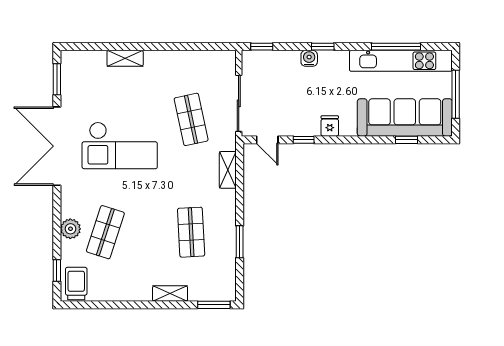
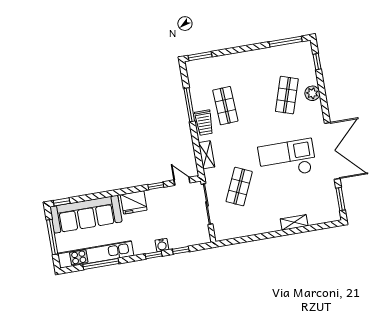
window: (262, 47) -> (181, 250), moved
shop shelf: (191, 119) -> (239, 187), turned 36
fridge: (330, 126) -> (134, 202), width x1.88, depth x1.34
window: (407, 140) -> (62, 202), moved
window: (240, 242) -> (189, 105), width x1.44
trolley: (76, 284) -> (204, 123), moved
shelving: (170, 294) -> (233, 59), removed
window: (95, 305) -> (286, 42), added

